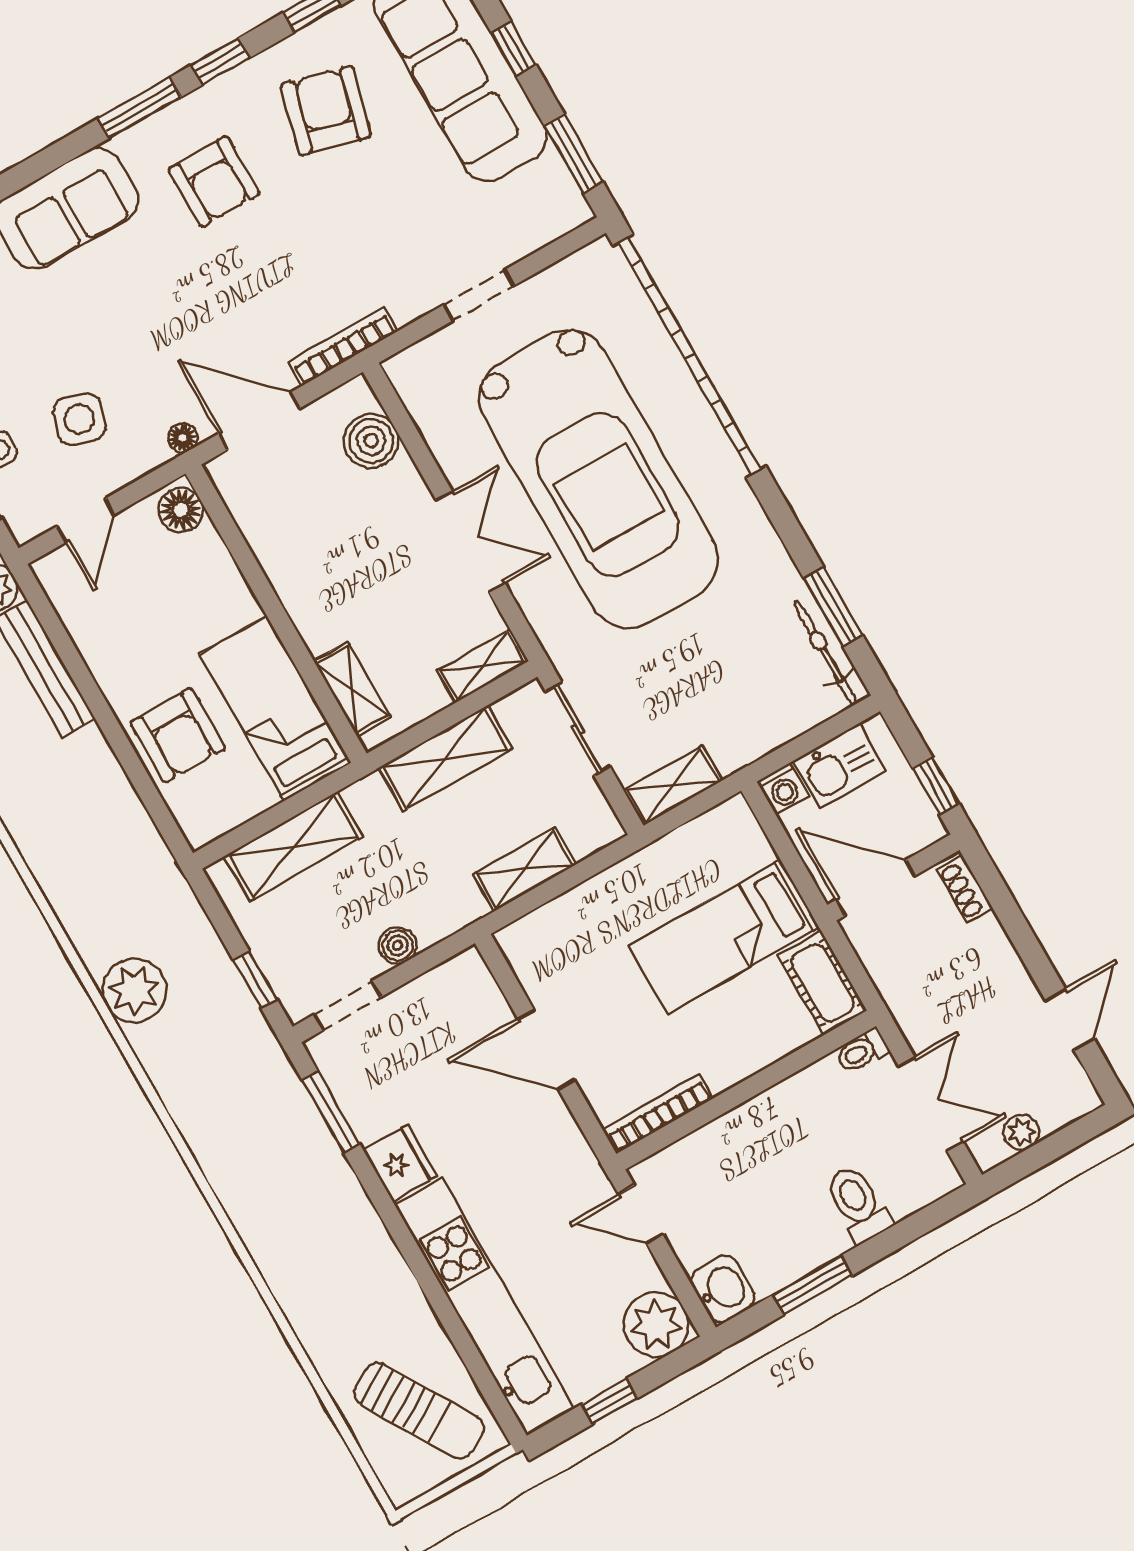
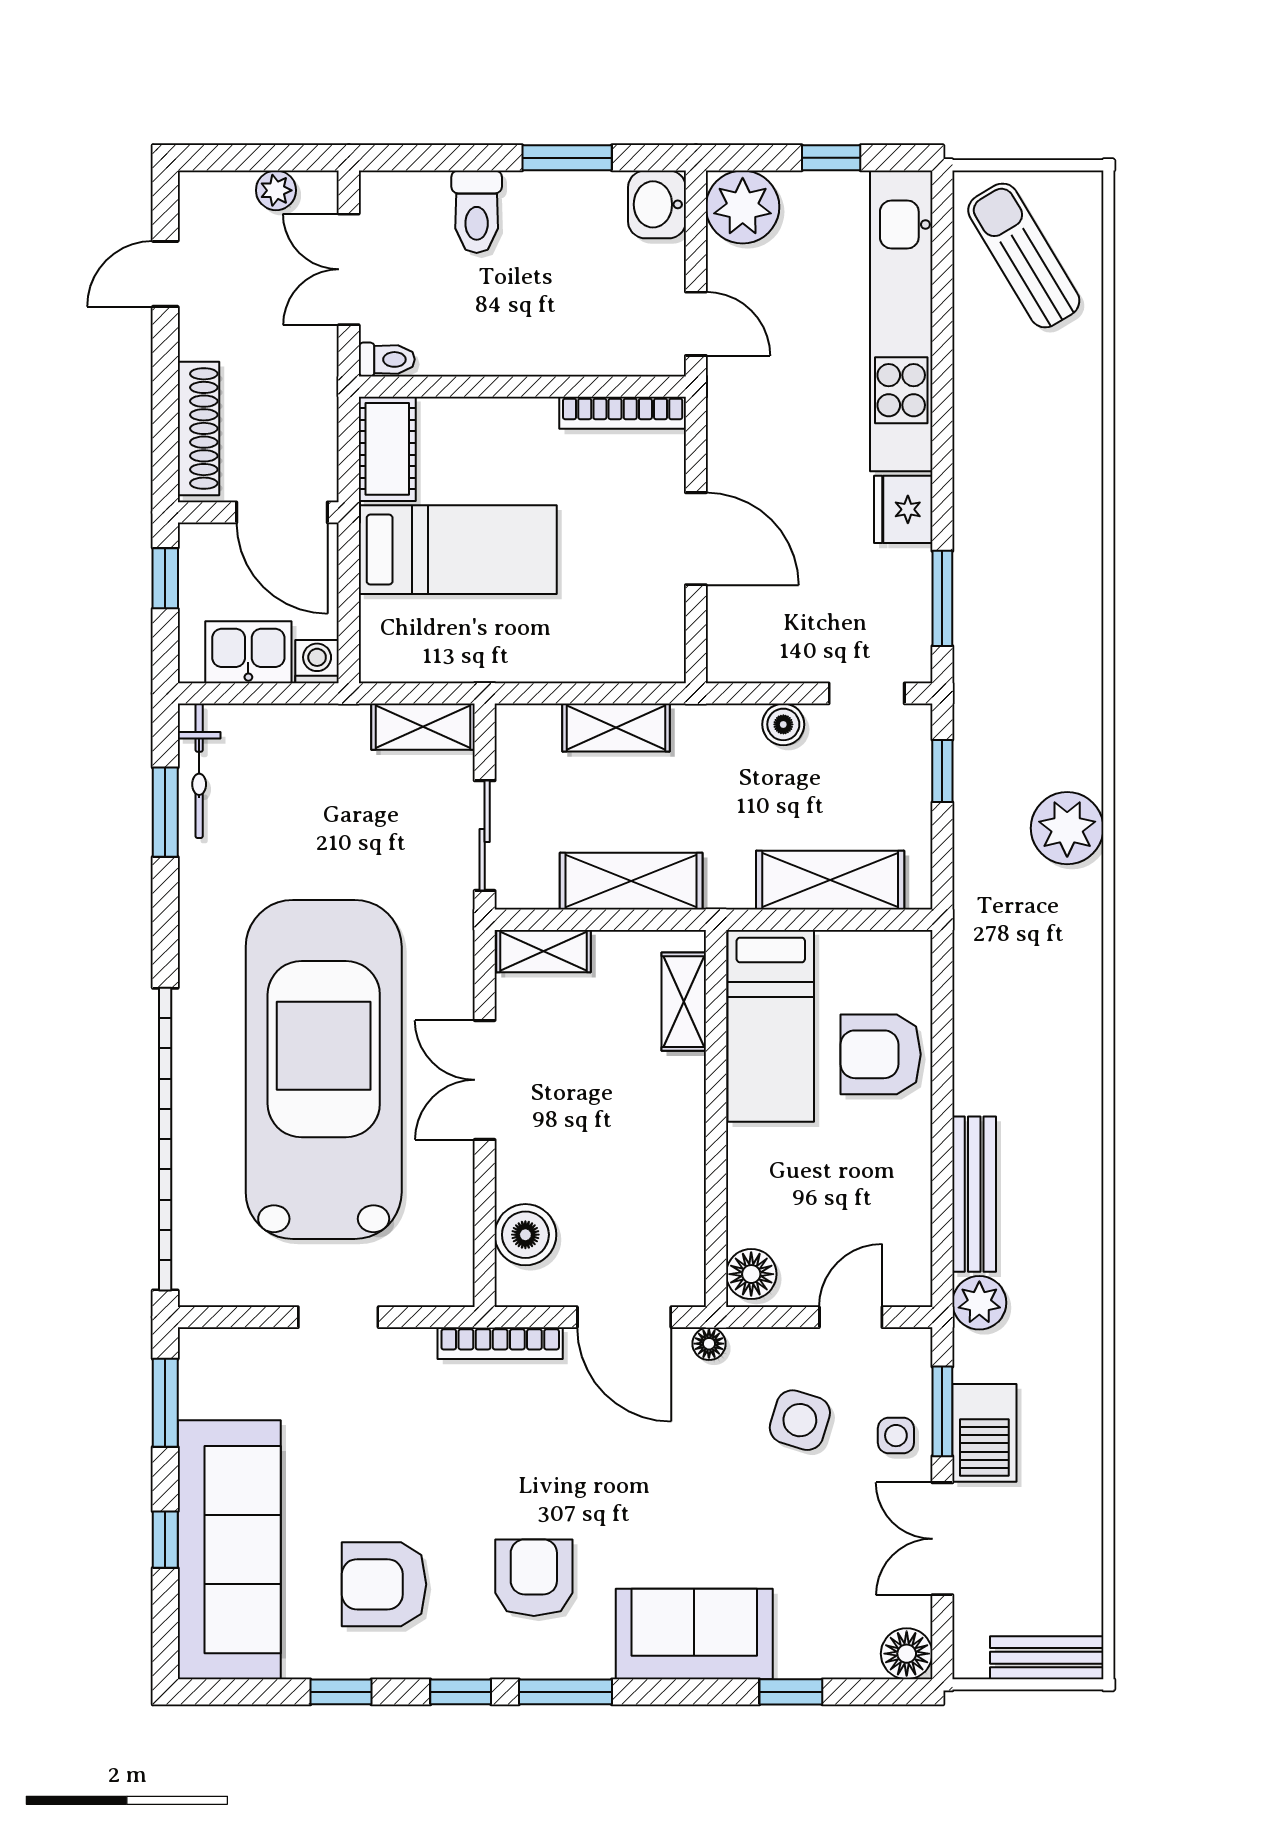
armchair: (326, 111) -> (384, 1584), turned 75
armchair: (178, 735) -> (881, 1054), turned -90
shoe rack: (965, 889) -> (198, 428), width x1.94, depth x1.24

